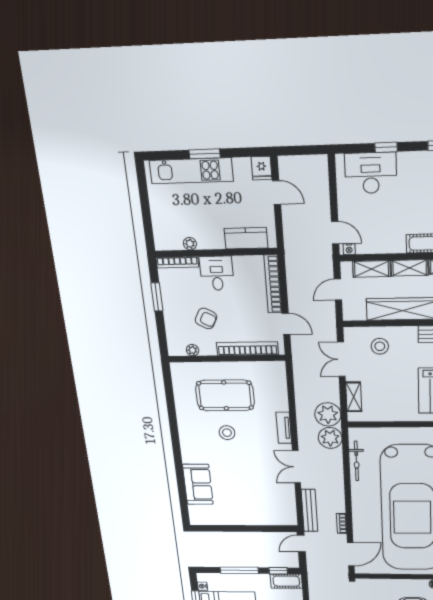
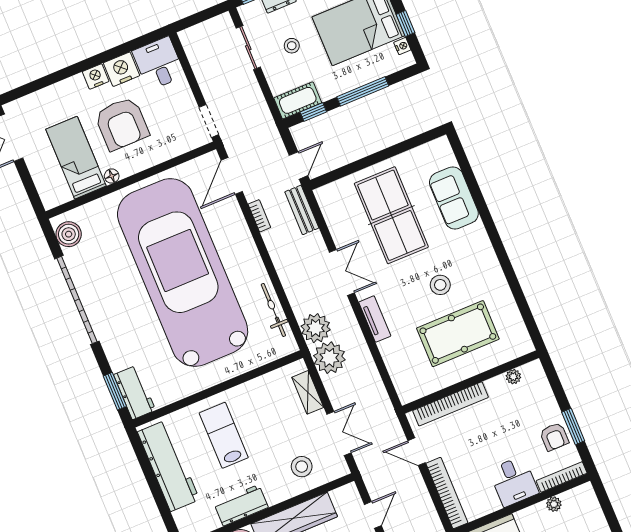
armchair: (206, 318) -> (554, 437), moved, turned -118
table tennis table: (247, 490) -> (391, 215), added
bench: (309, 510) -> (302, 210), width x0.73

